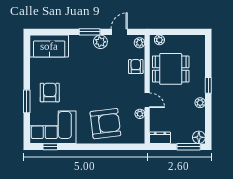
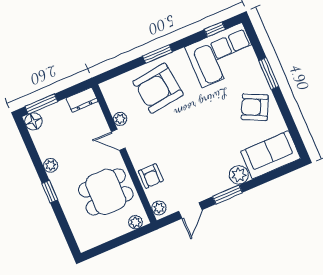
plant: (100, 42) -> (239, 175), moved
armchair: (50, 93) -> (255, 107), moved, turned 116
window: (96, 147) -> (158, 54), added

